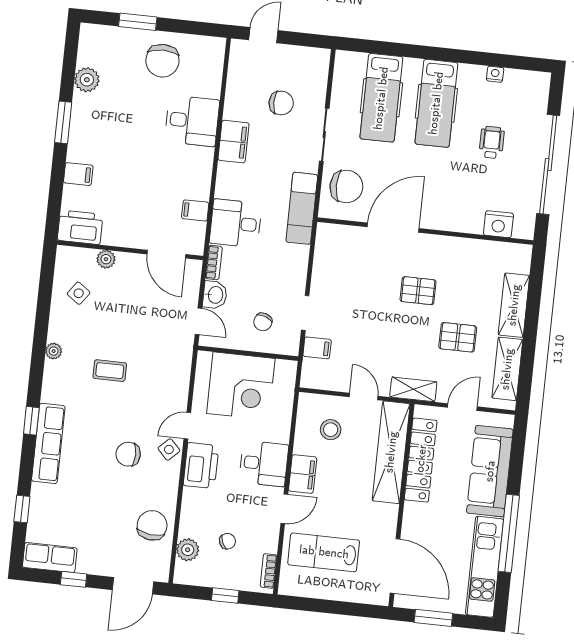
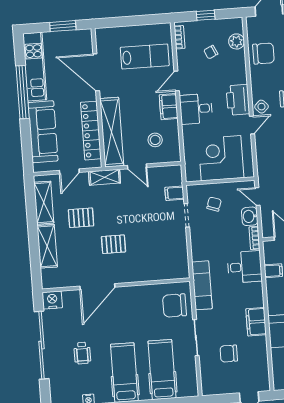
nightstand: (498, 224) -> (52, 300), moved
door: (393, 228) -> (97, 287), moved
chair: (152, 525) -> (263, 53), turned -97
door: (395, 566) -> (96, 72), moved

